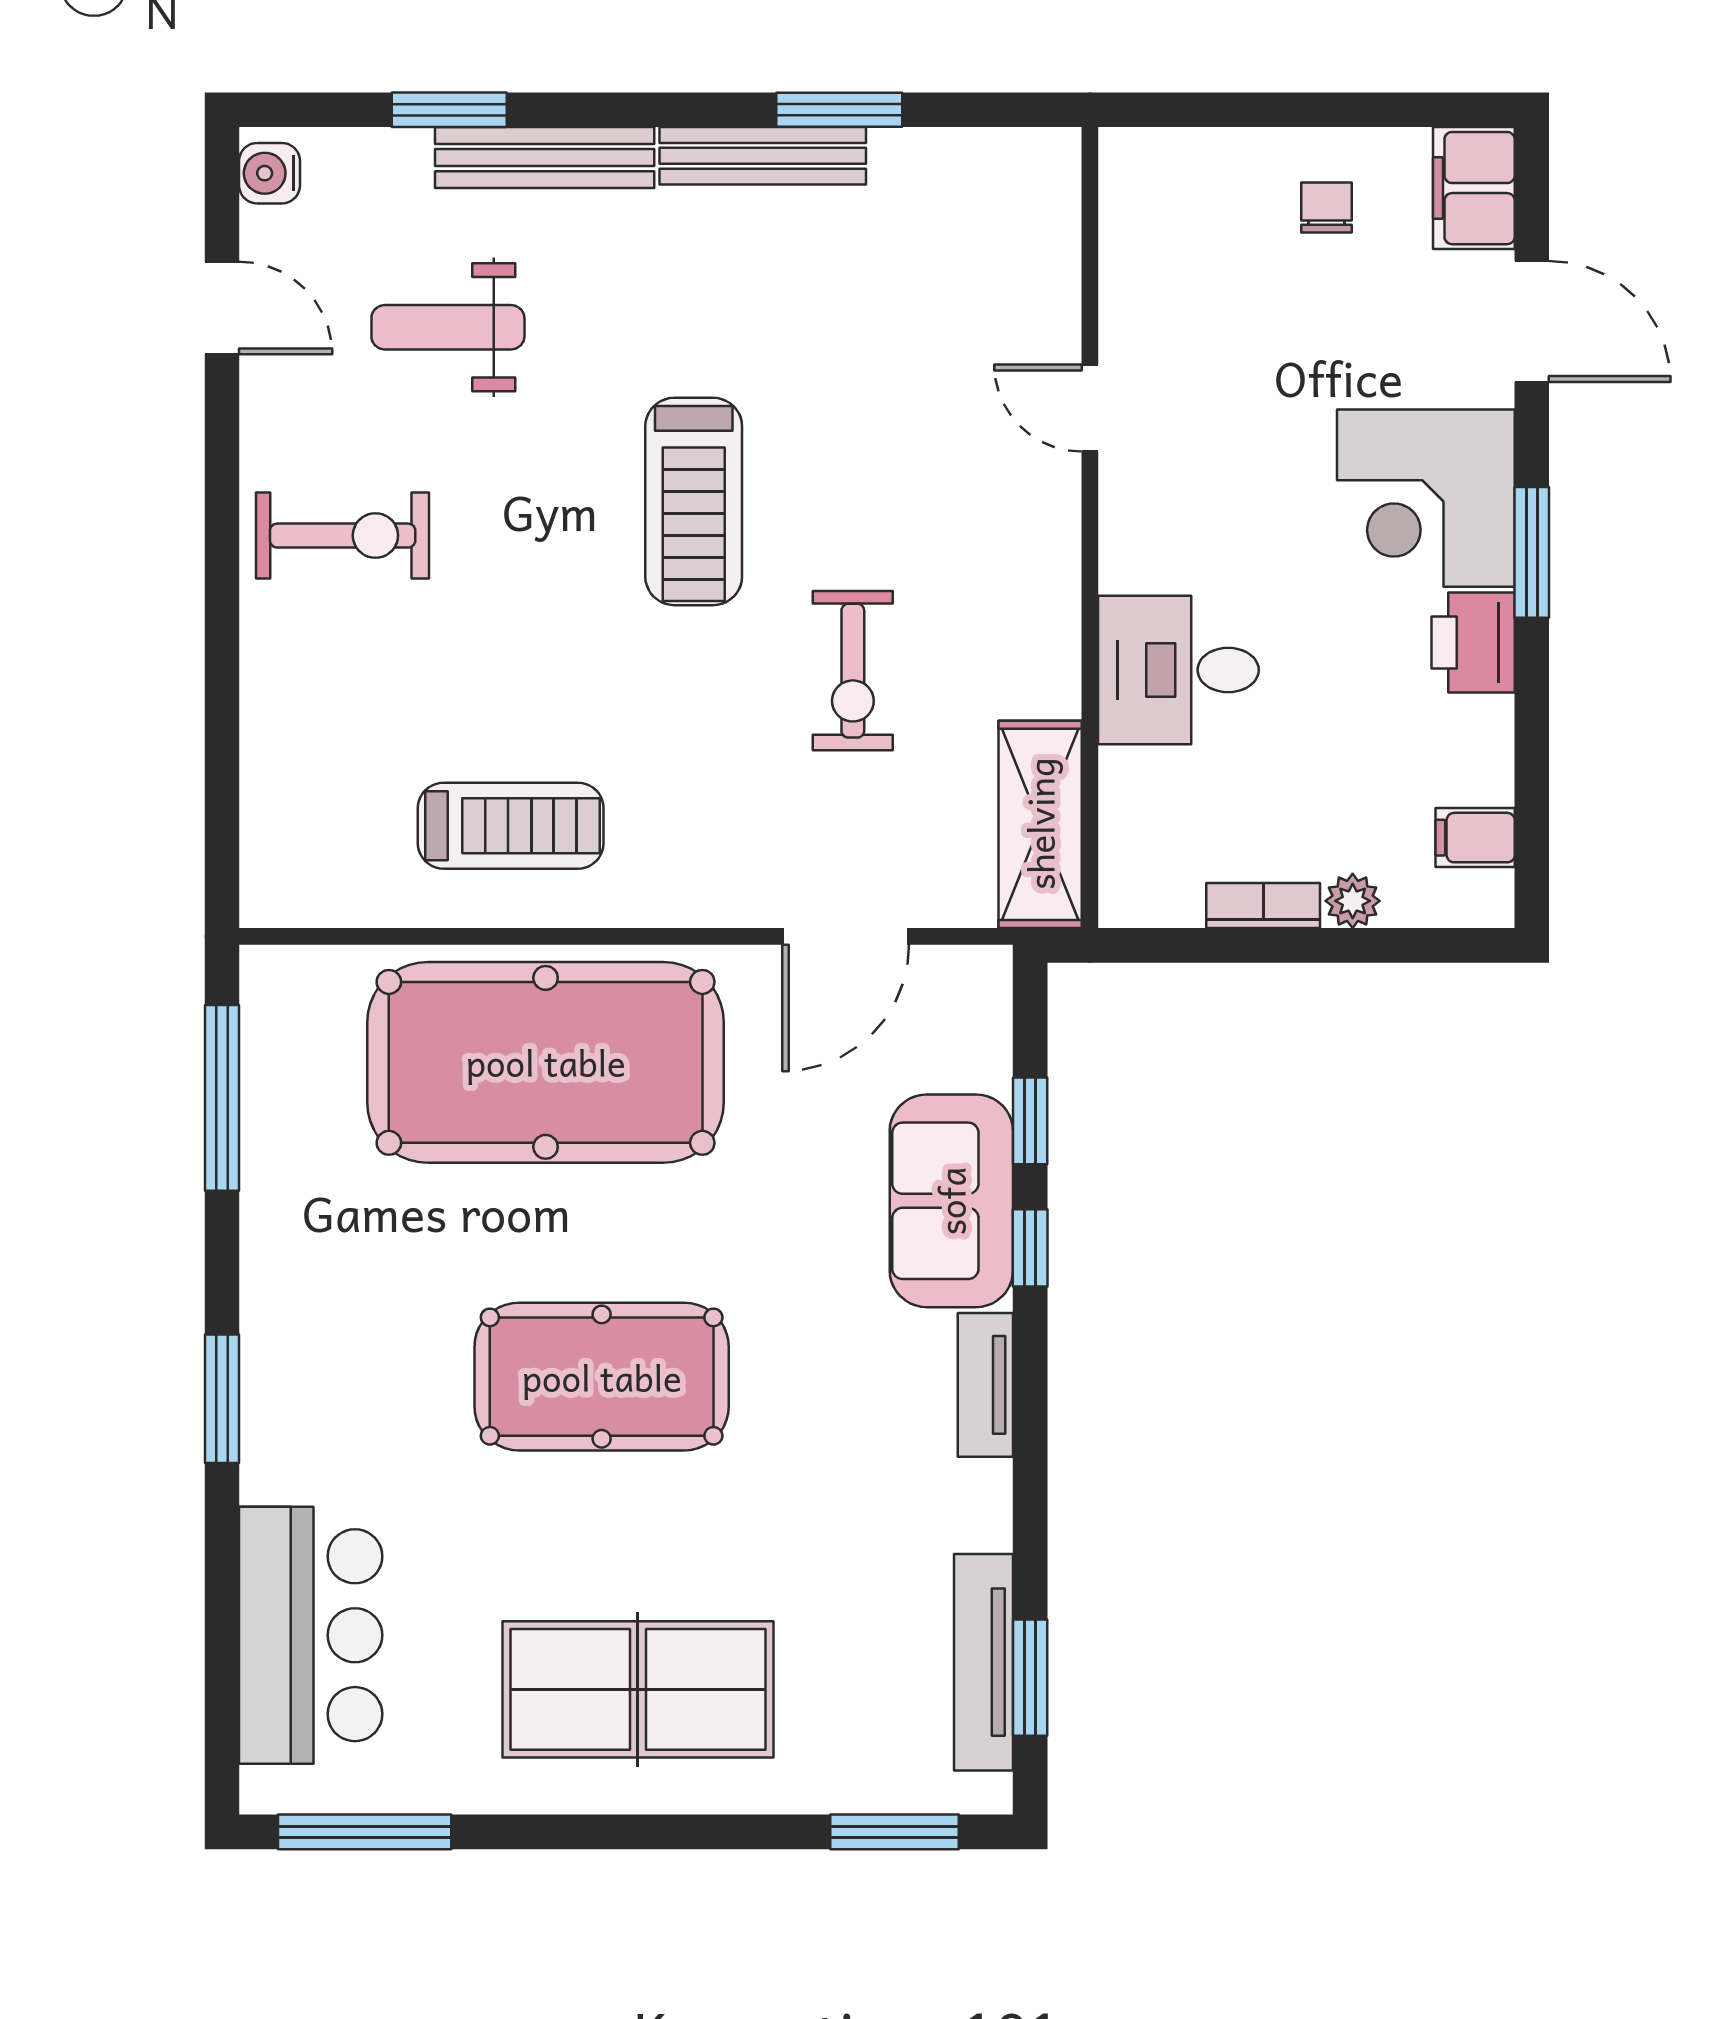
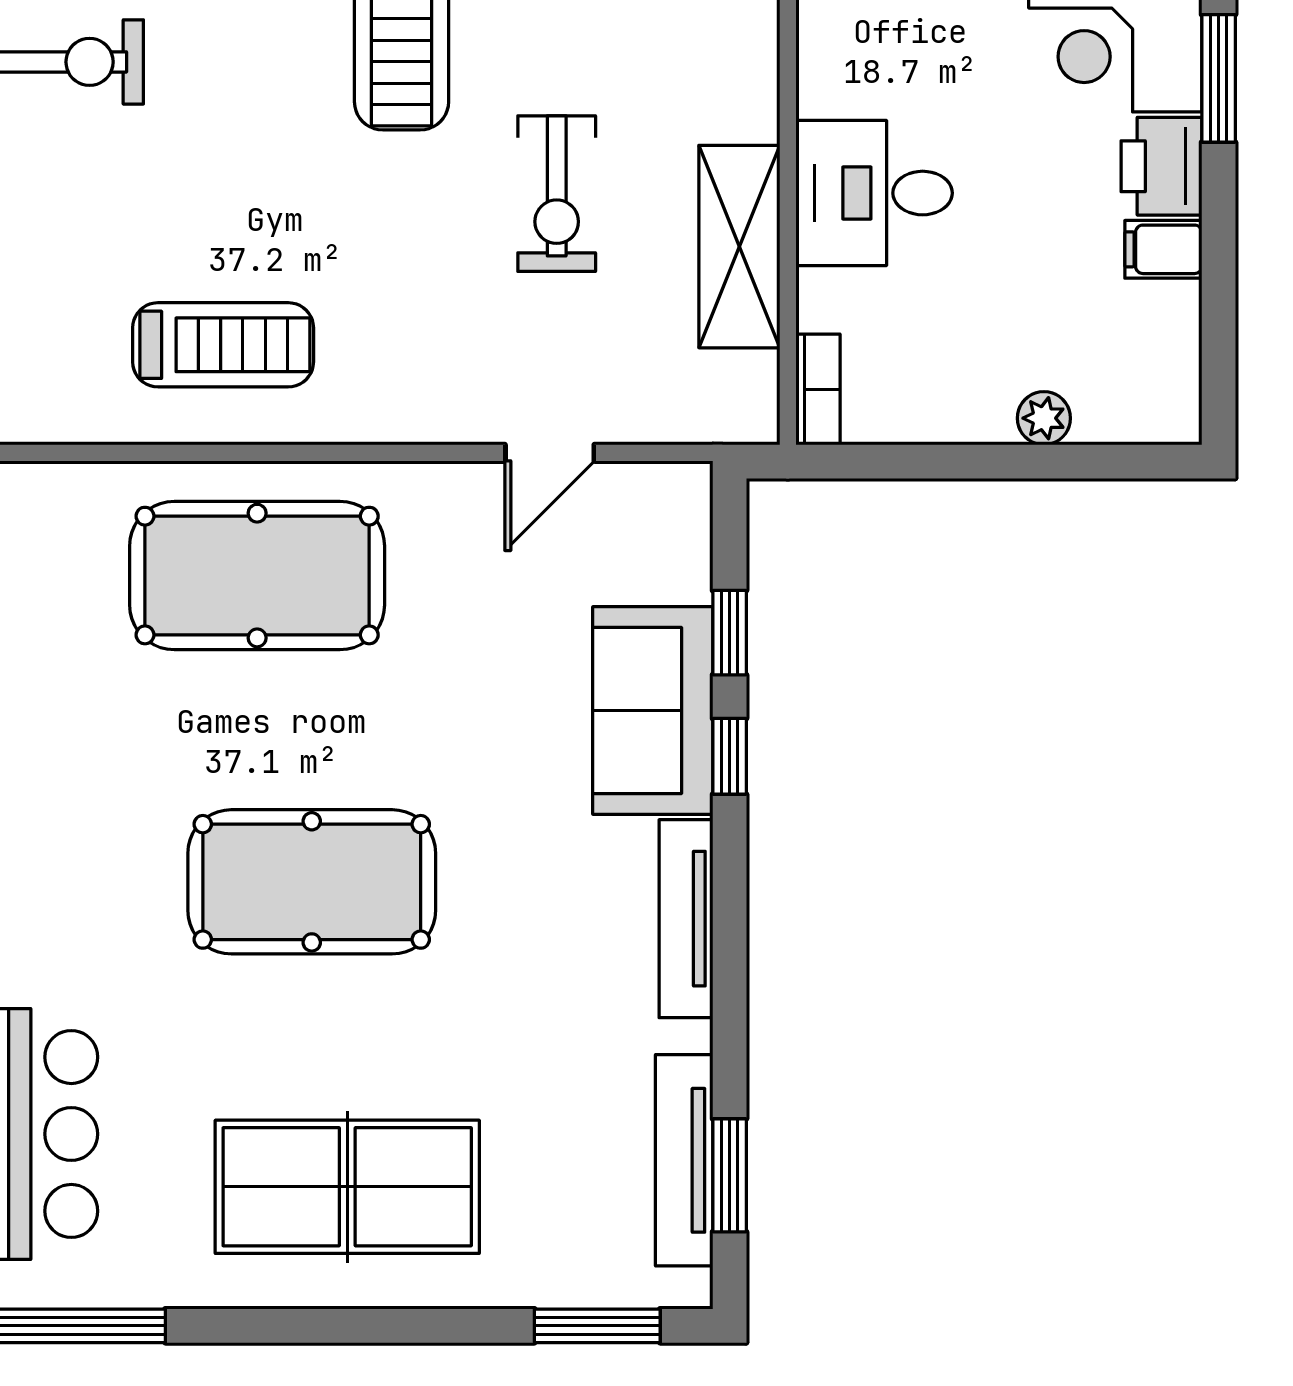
shelving: (1040, 824) -> (739, 247), moved
filing cabinet: (1475, 838) -> (1163, 249), moved
bookcase: (1263, 906) -> (818, 389), moved, turned 90
door: (846, 936) -> (550, 453), width x0.73
pool table: (546, 1062) -> (257, 576), width x0.73, depth x0.76
tv unit: (985, 1385) -> (686, 919), width x1.41

